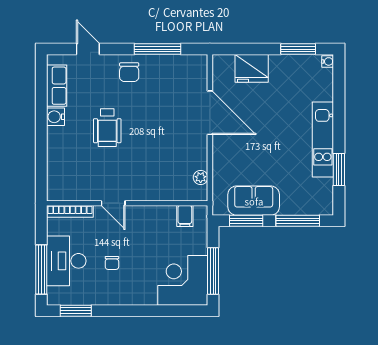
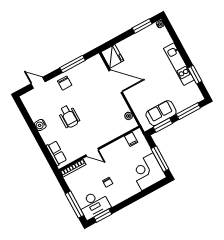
fridge: (252, 68) -> (112, 56), moved, turned -90
row of seats: (57, 86) -> (56, 153), moved
desk: (66, 261) -> (94, 204), moved, turned -90

